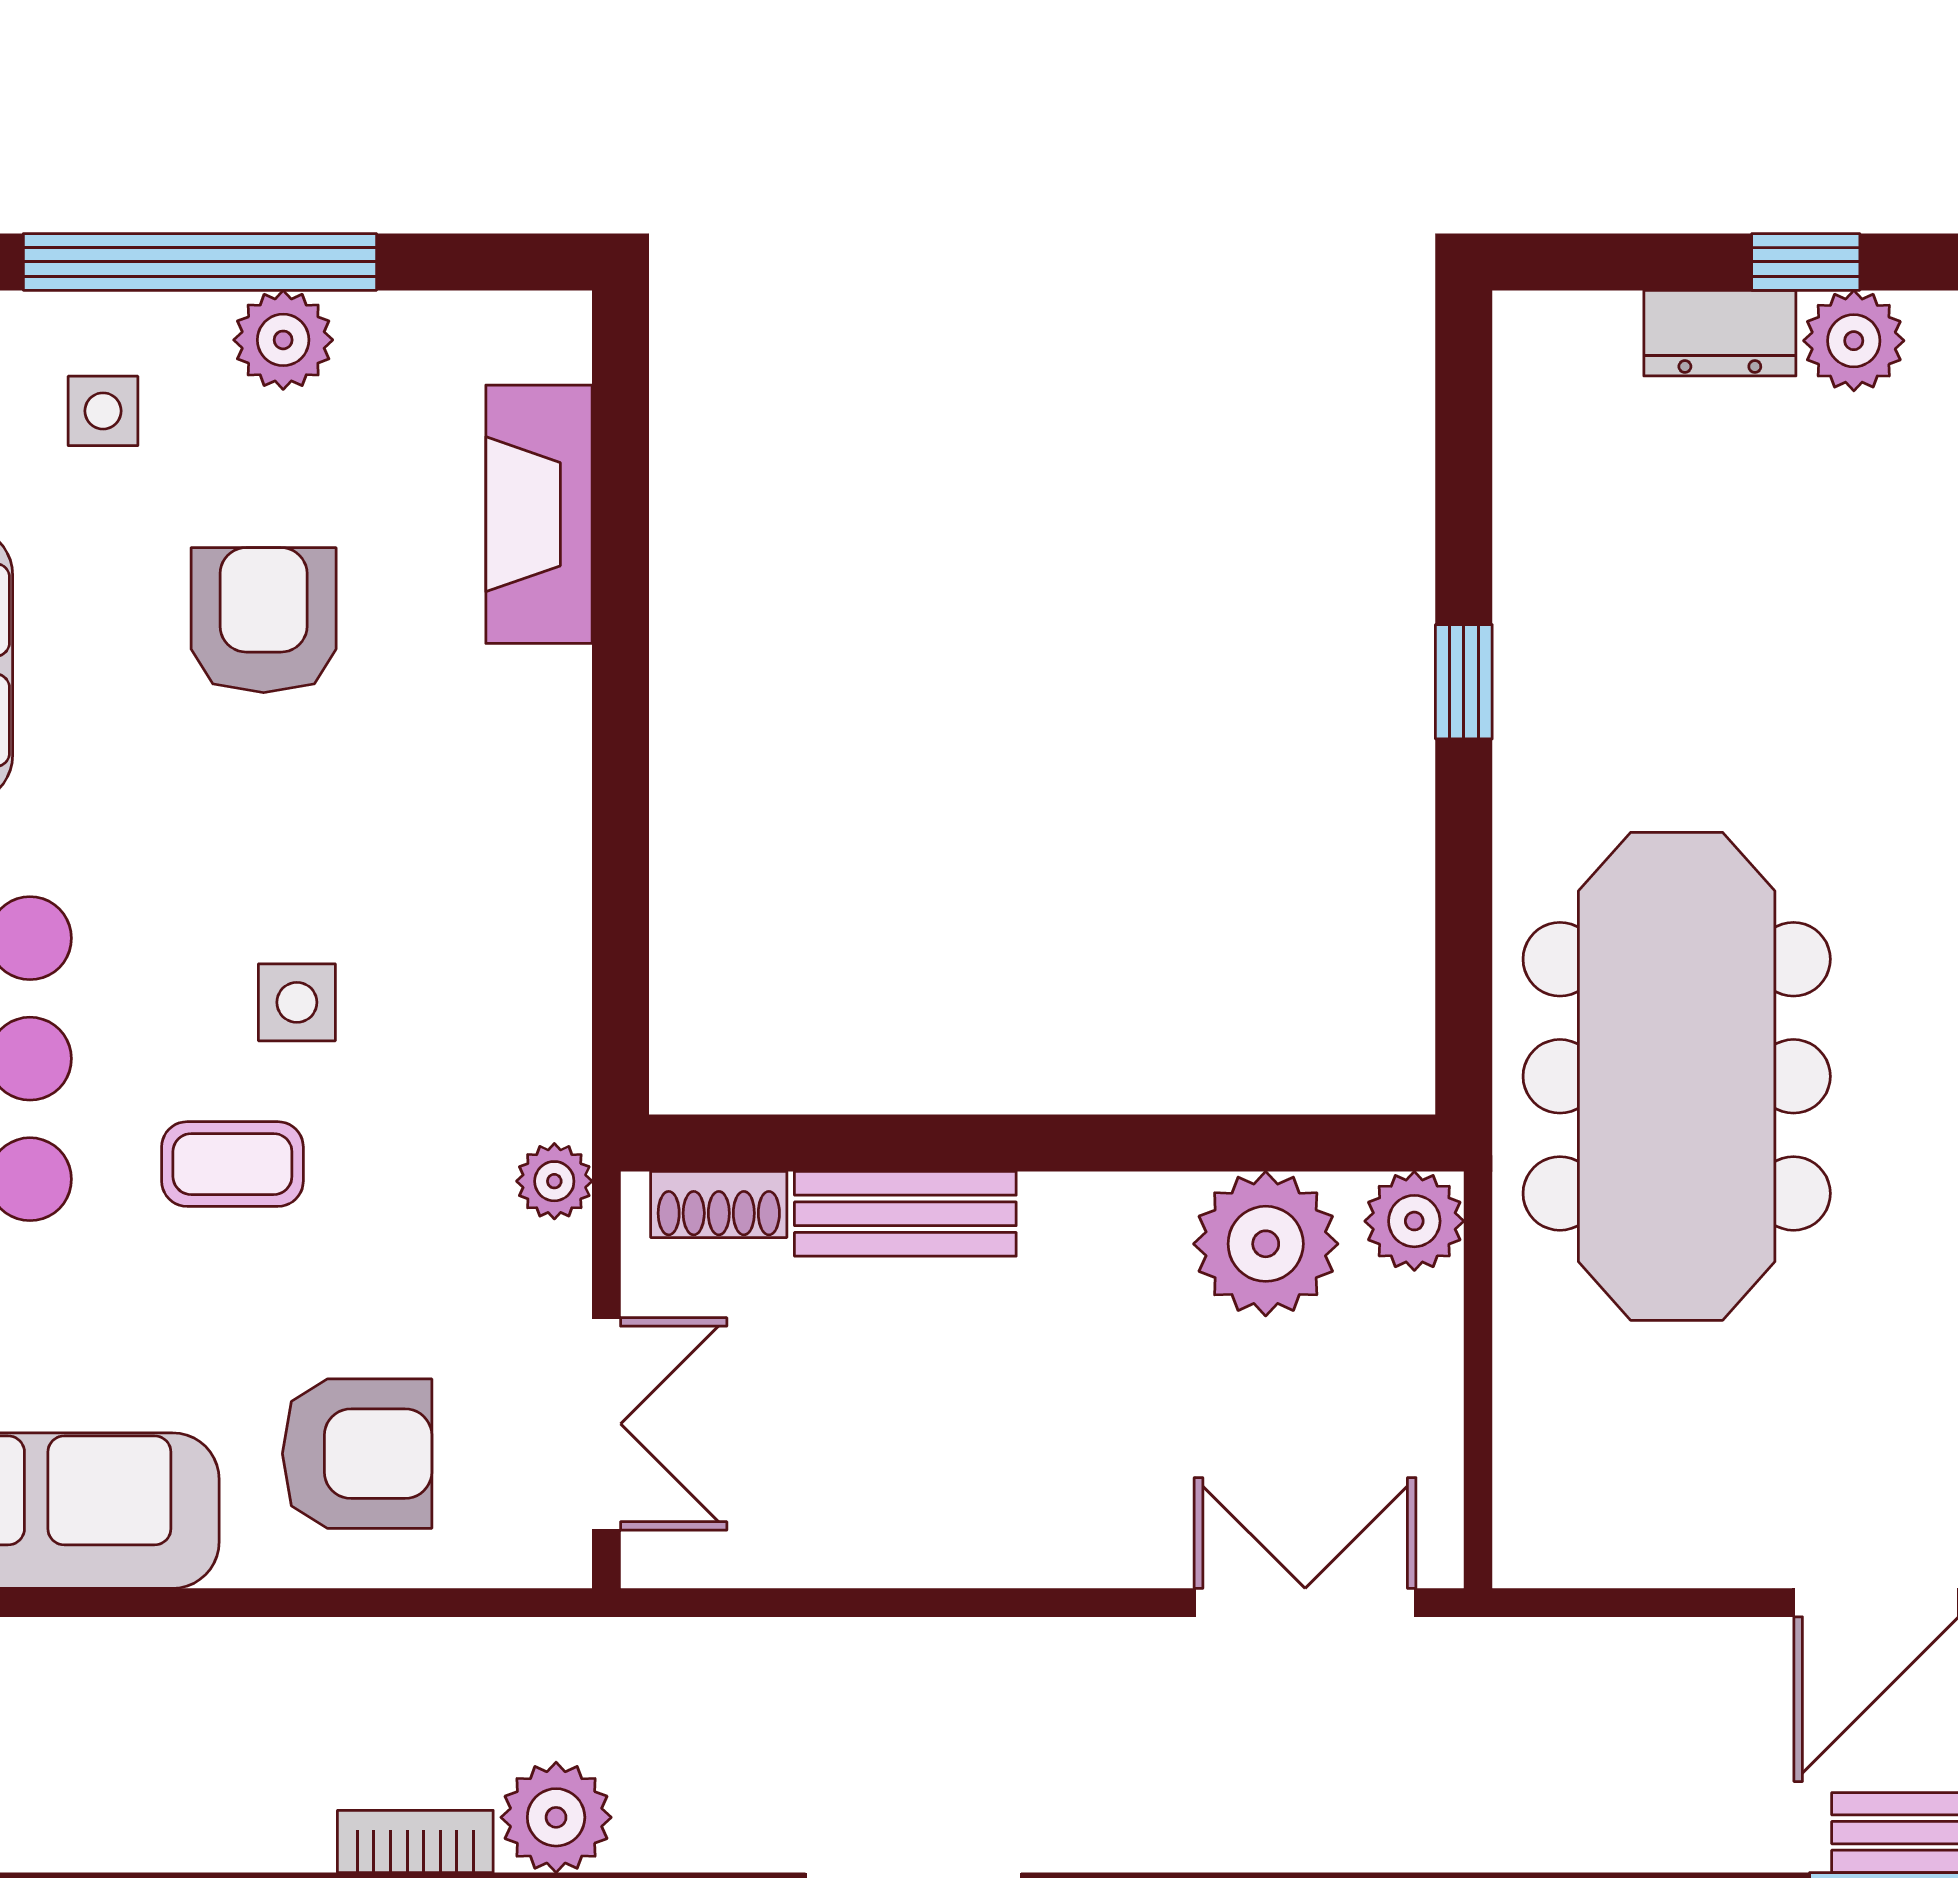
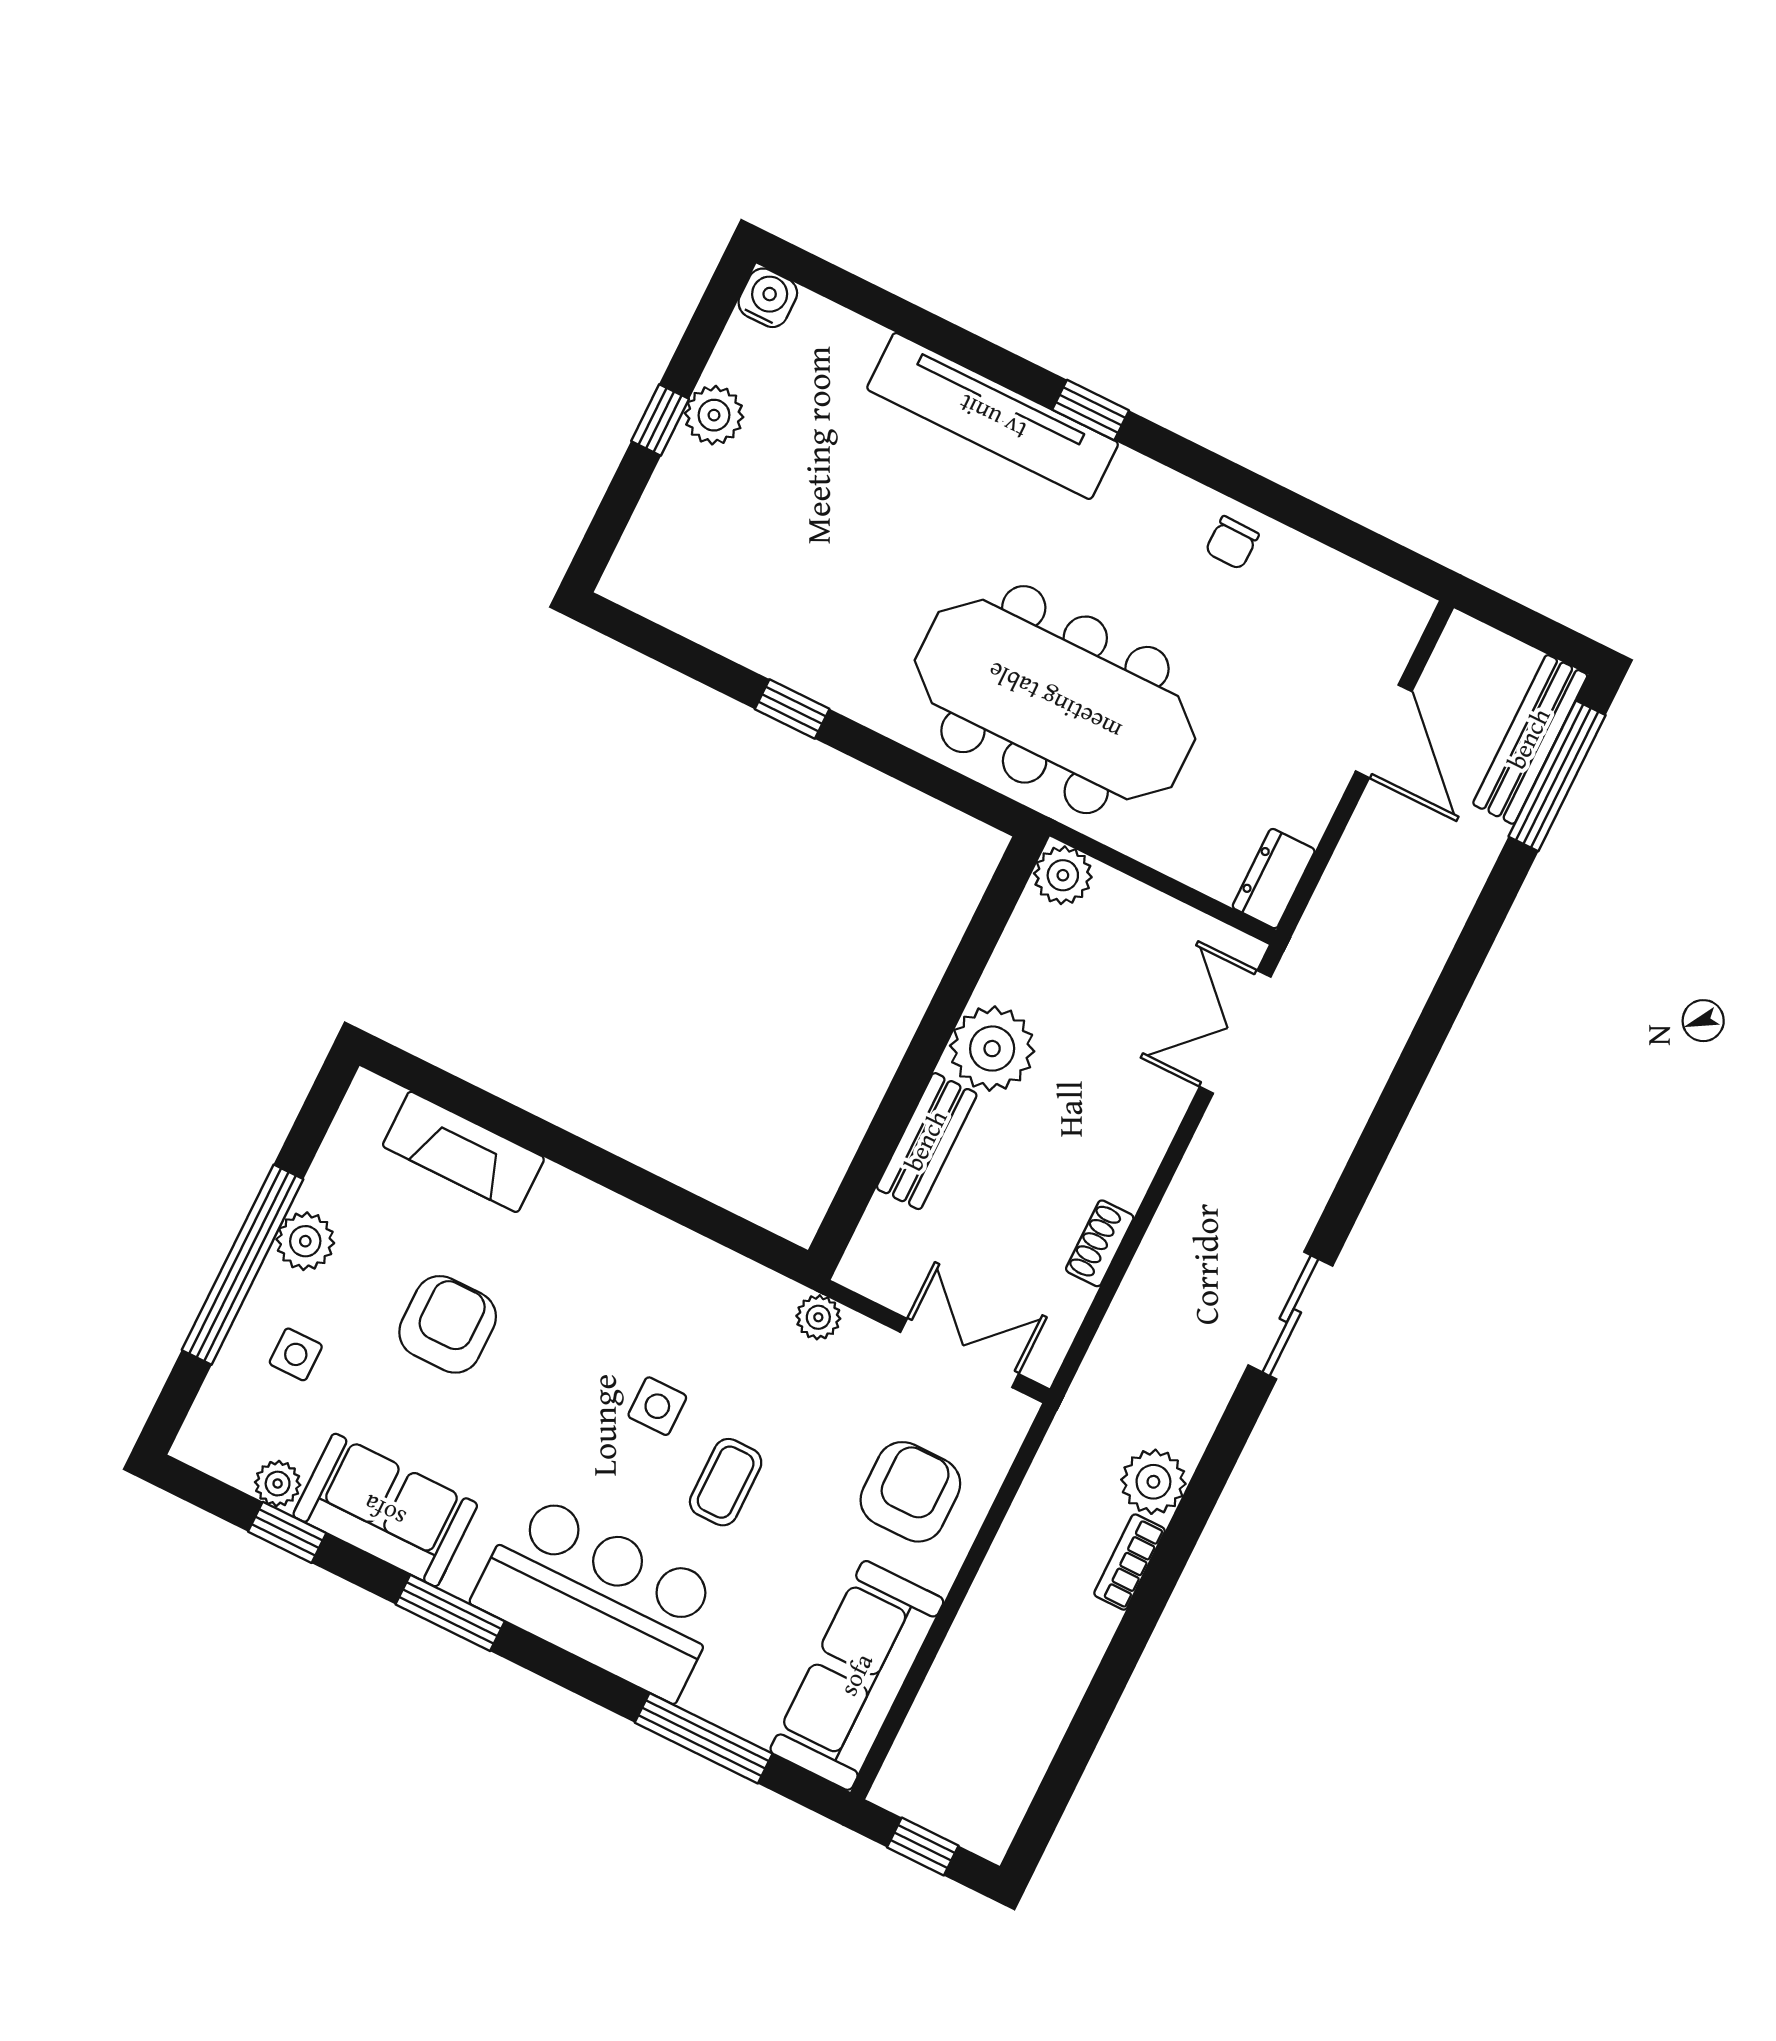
dresser: (1720, 333) -> (1274, 879), moved, turned 180
armchair: (264, 620) -> (448, 1324), turned 90
shoe rack: (719, 1205) -> (1100, 1243), moved, turned 180
plant: (1266, 1244) -> (992, 1049), moved

